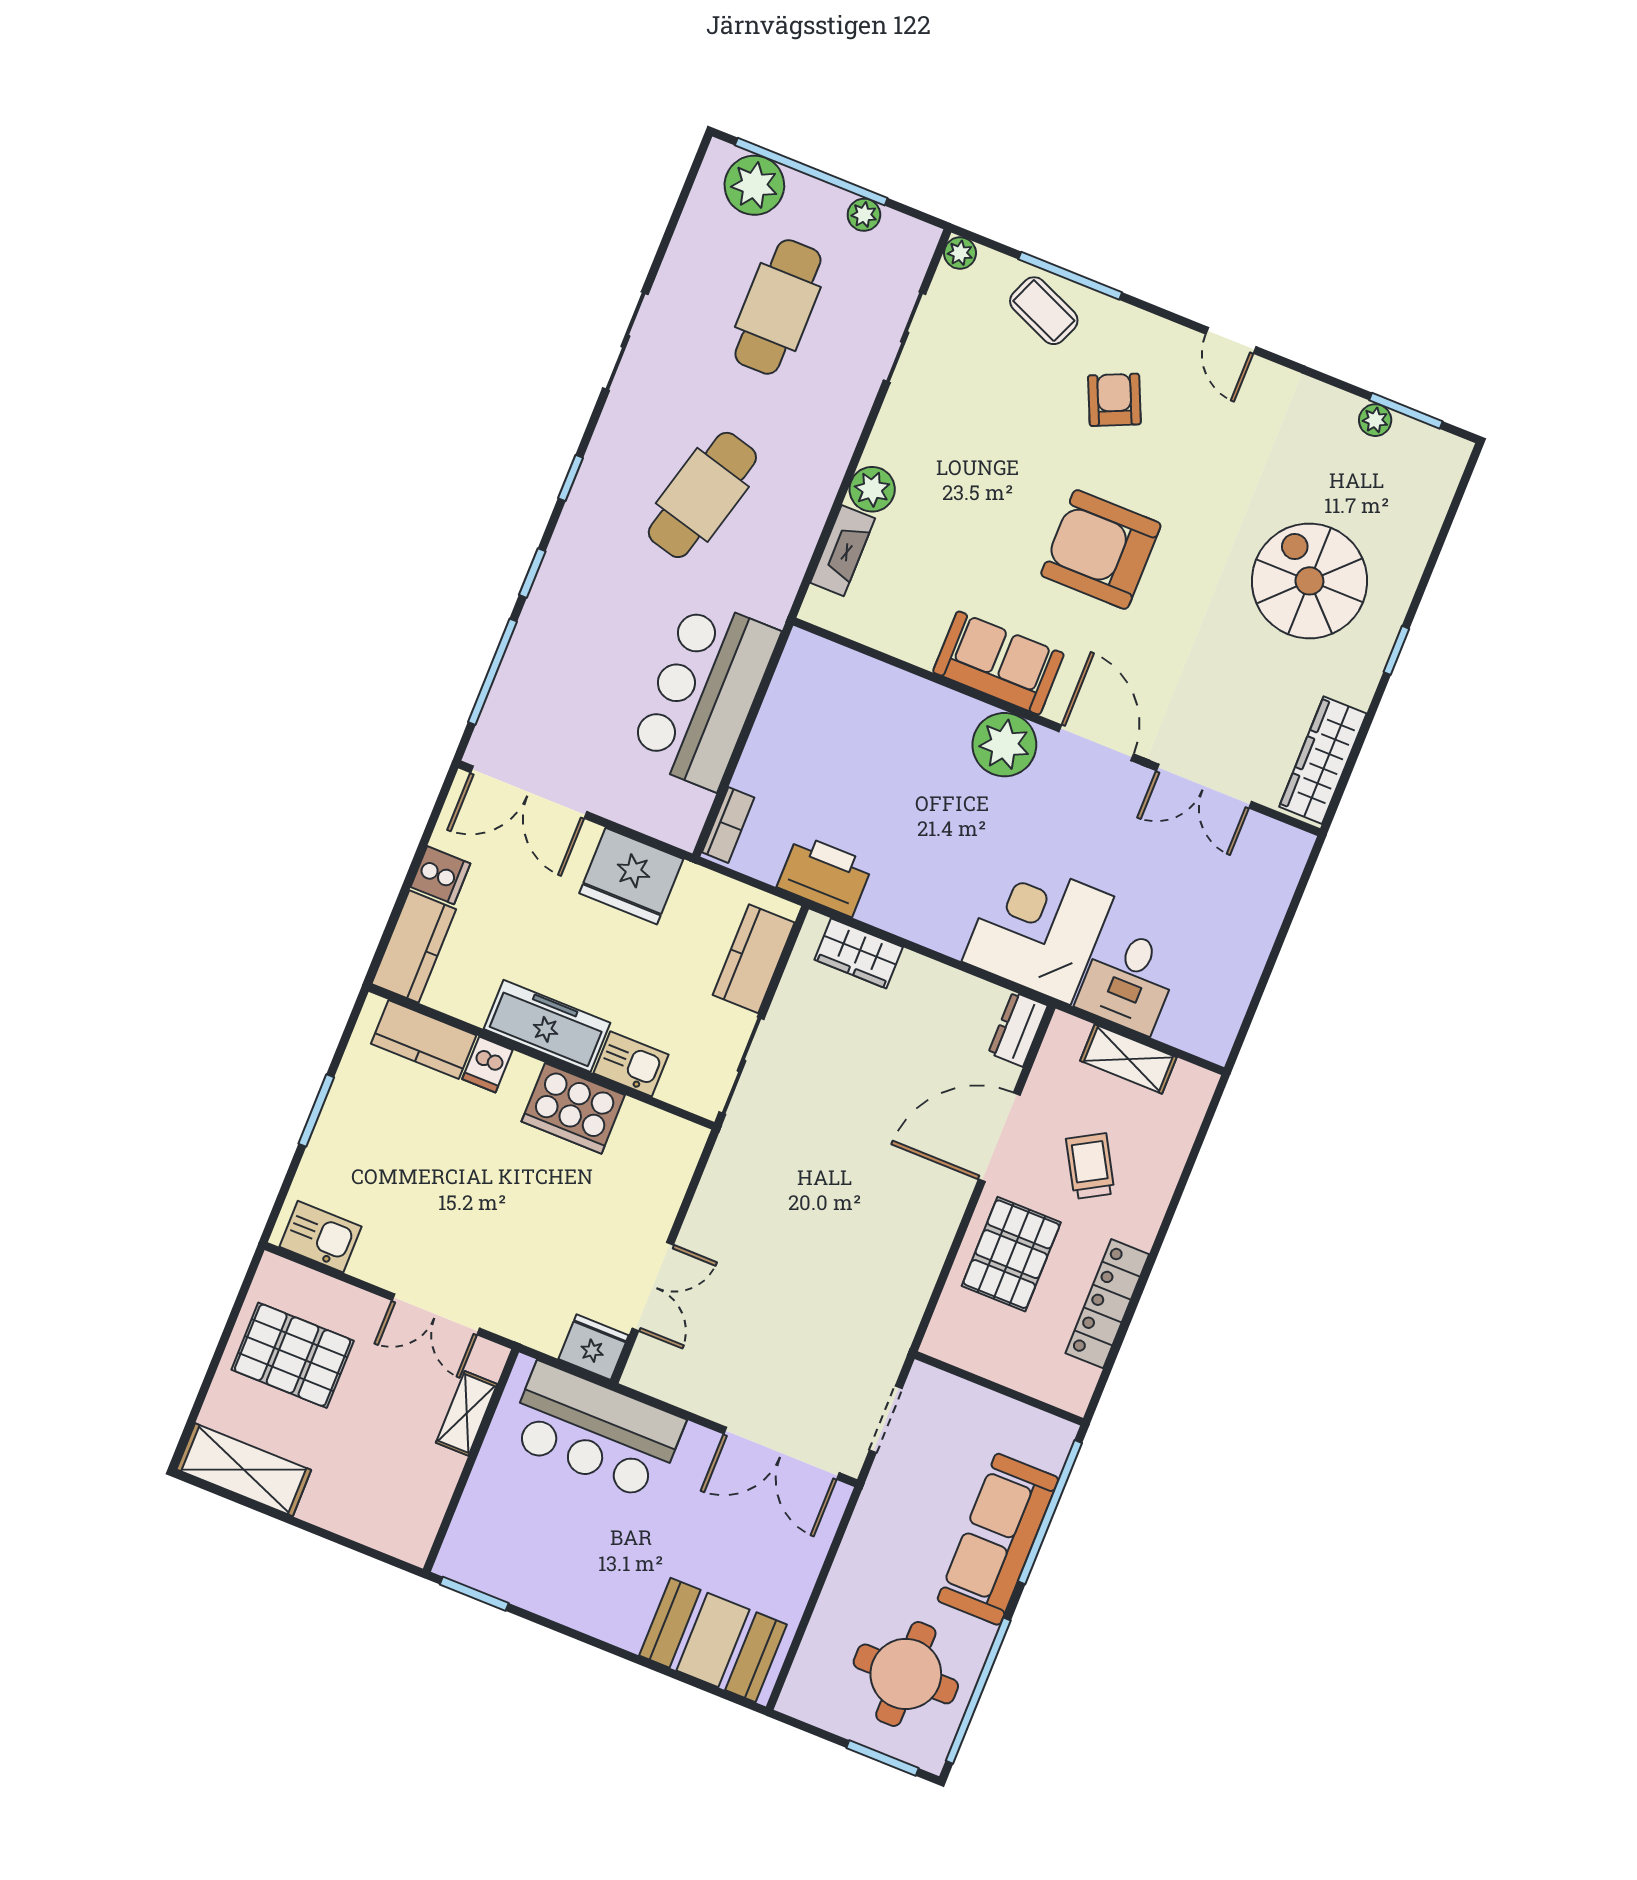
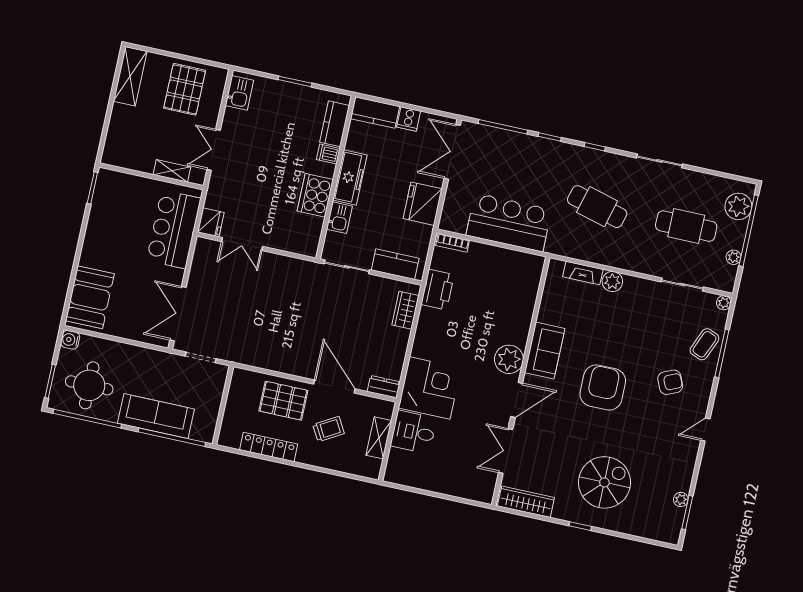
water cooler: (799, 1699) -> (70, 340), added

